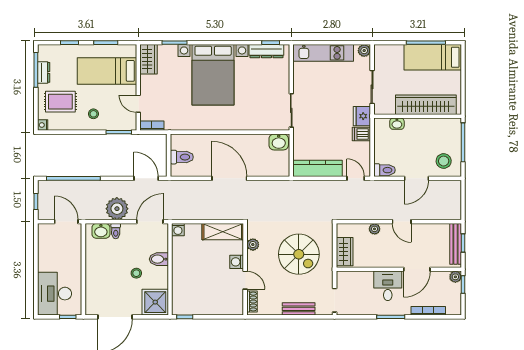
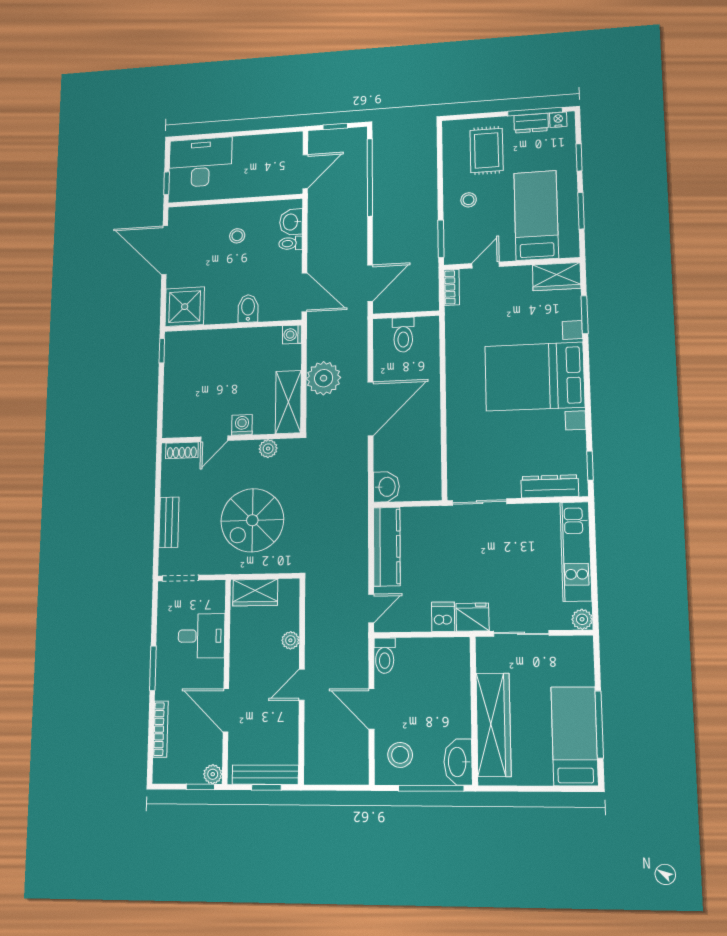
dresser: (266, 51) -> (550, 486), moved, turned 90
washbasin: (397, 124) -> (458, 762), moved, width x1.91, depth x1.45
nightstand: (43, 125) -> (558, 120), moved
washbasin: (279, 142) -> (386, 487), moved, turned 180
plant: (117, 209) -> (324, 378), moved
stool: (136, 273) -> (237, 236), moved
desk: (388, 286) -> (201, 636), moved

